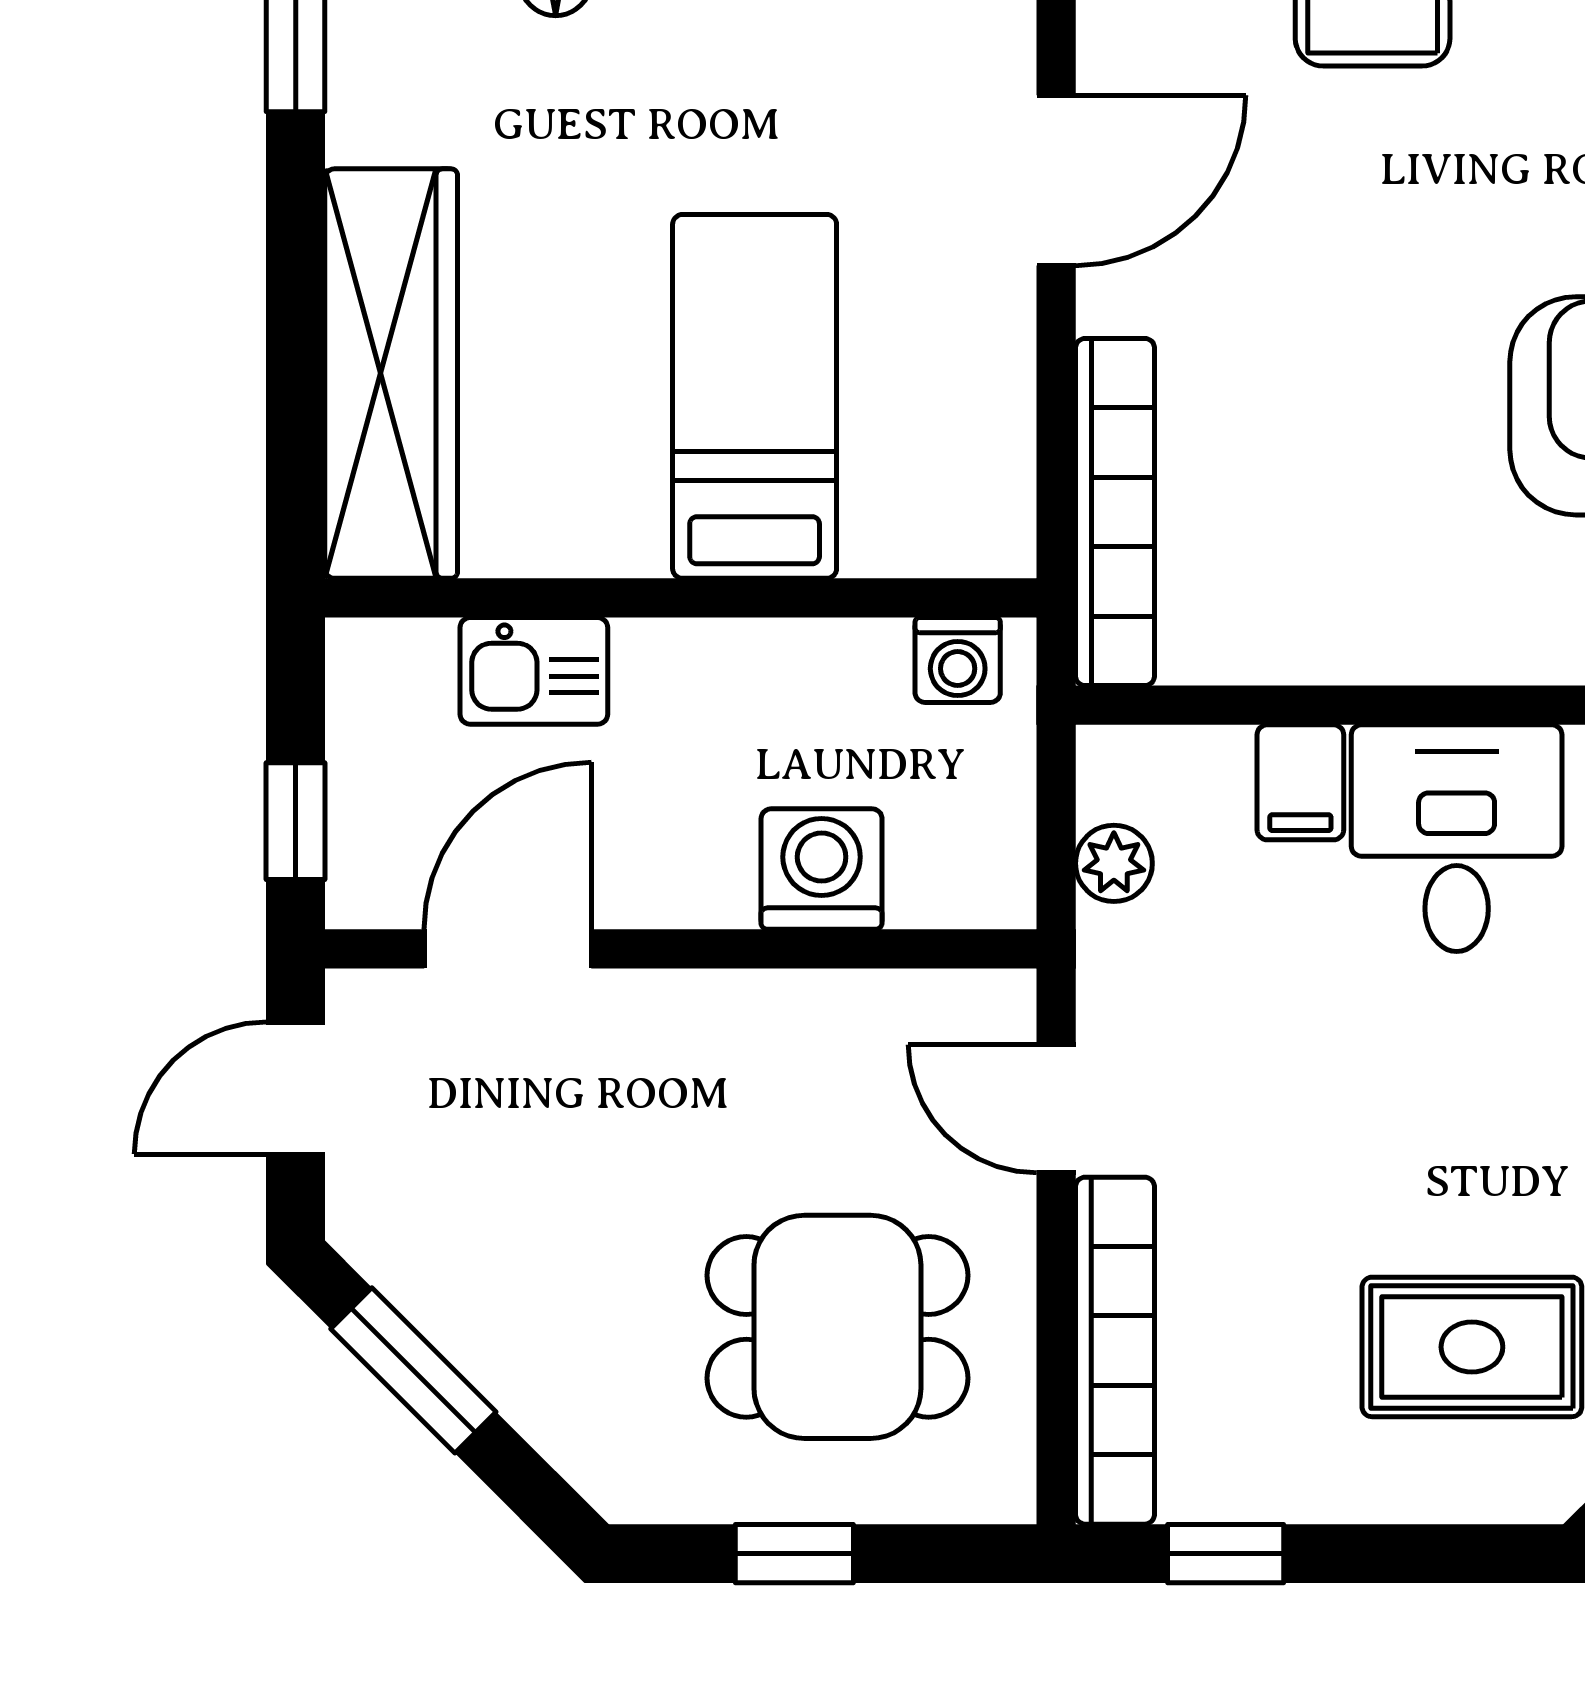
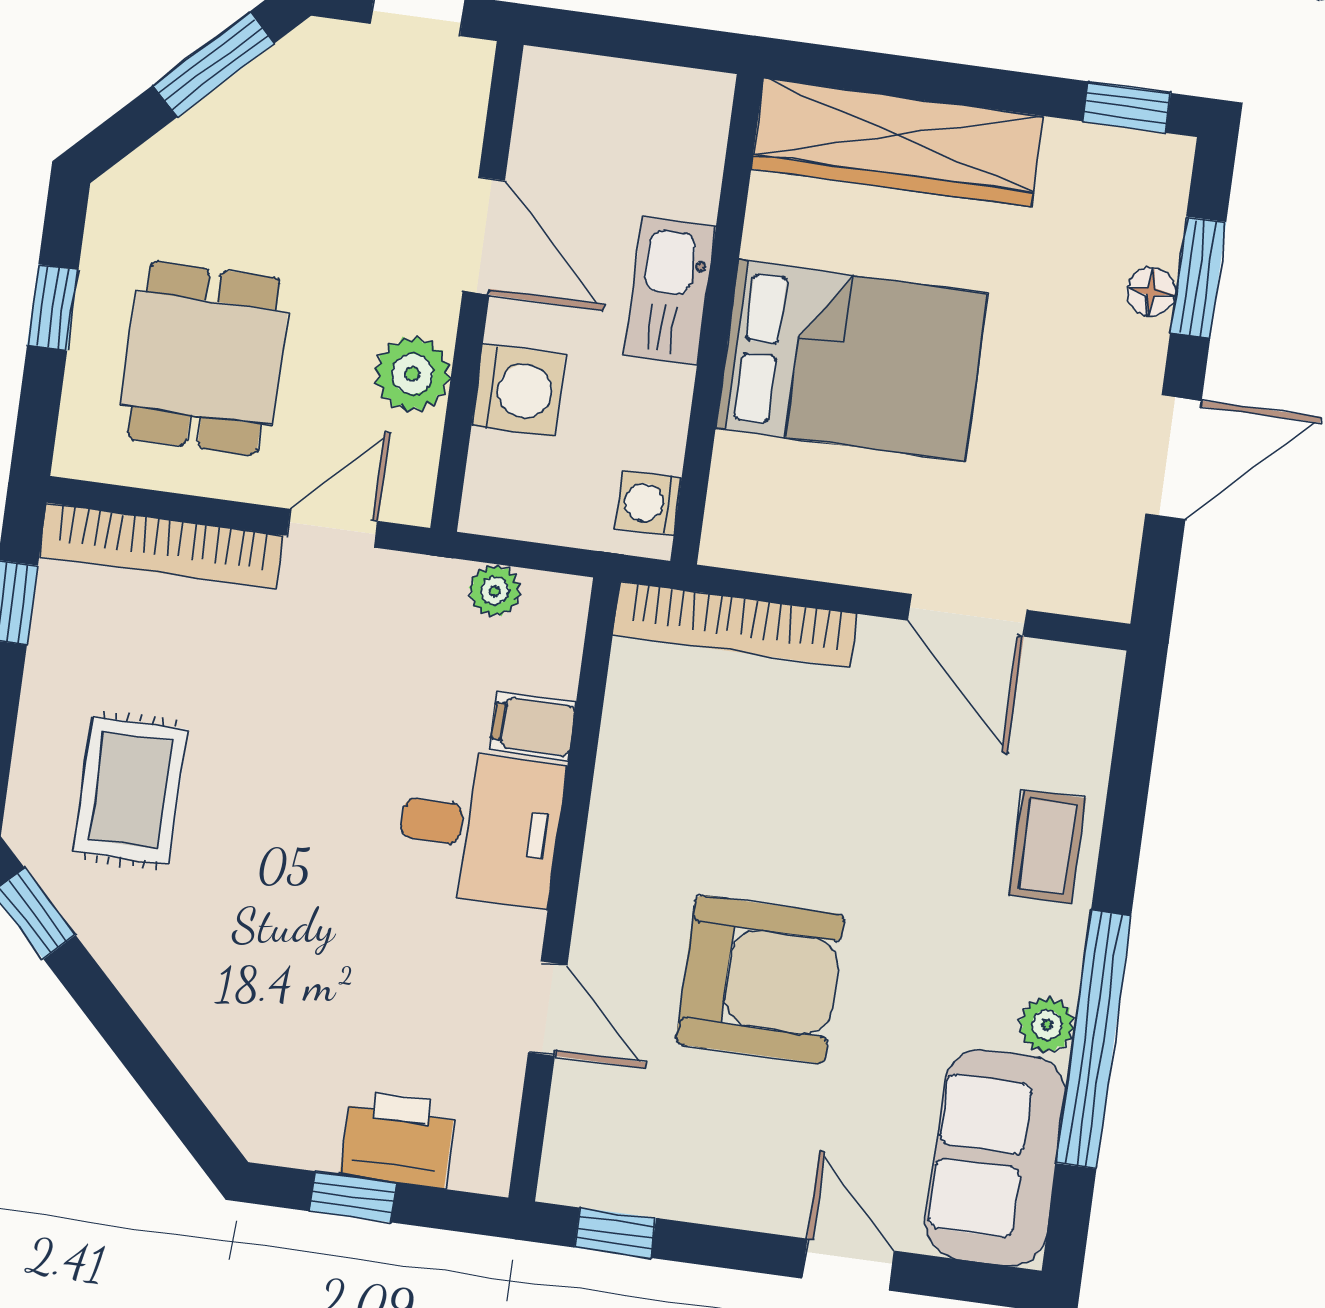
bed: (755, 396) -> (852, 361), width x1.50
kitchen sink: (534, 671) -> (670, 291), moved, width x1.38
window: (296, 821) -> (600, 35), removed
door: (508, 949) -> (484, 236), moved
plant: (819, 1024) -> (412, 374), added

